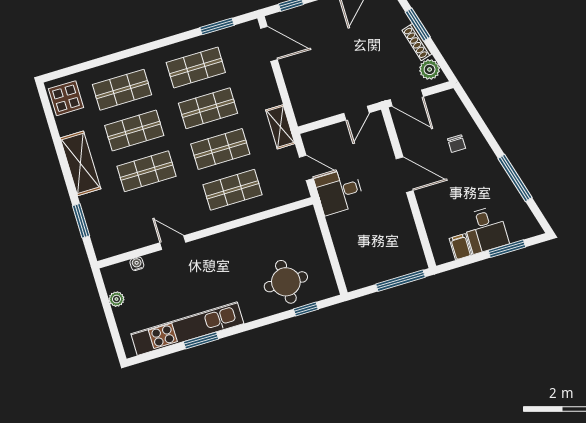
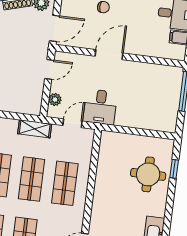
door: (356, 113) -> (49, 69), hinge flipped
plant: (325, 135) -> (55, 100), added

